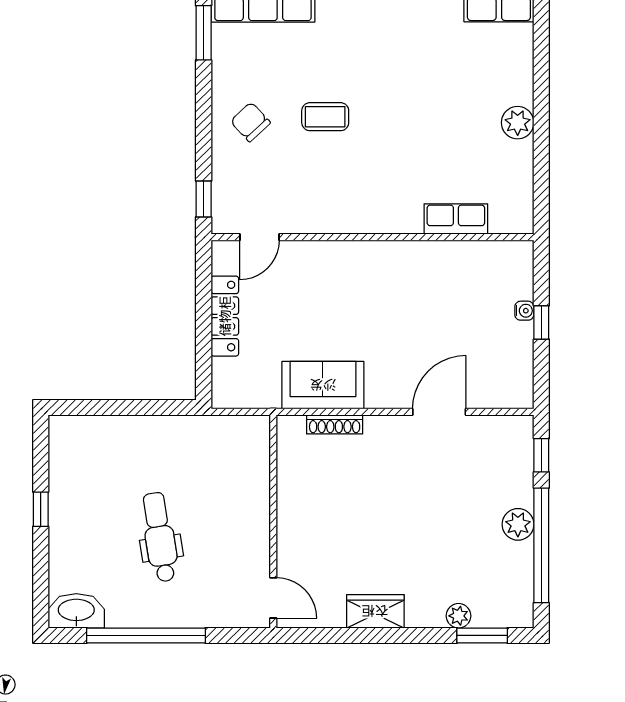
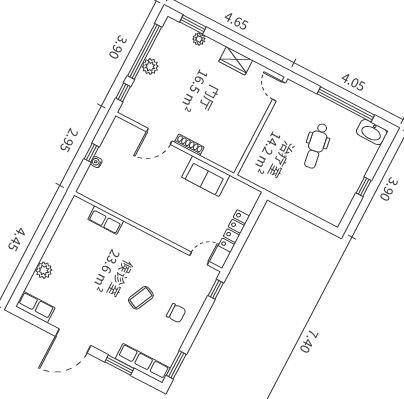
coffee table: (325, 117) -> (141, 298), turned -65
chair: (250, 122) -> (176, 313), turned -47
plant: (518, 123) -> (44, 270), moved
shoe rack: (335, 424) -> (189, 145), moved

